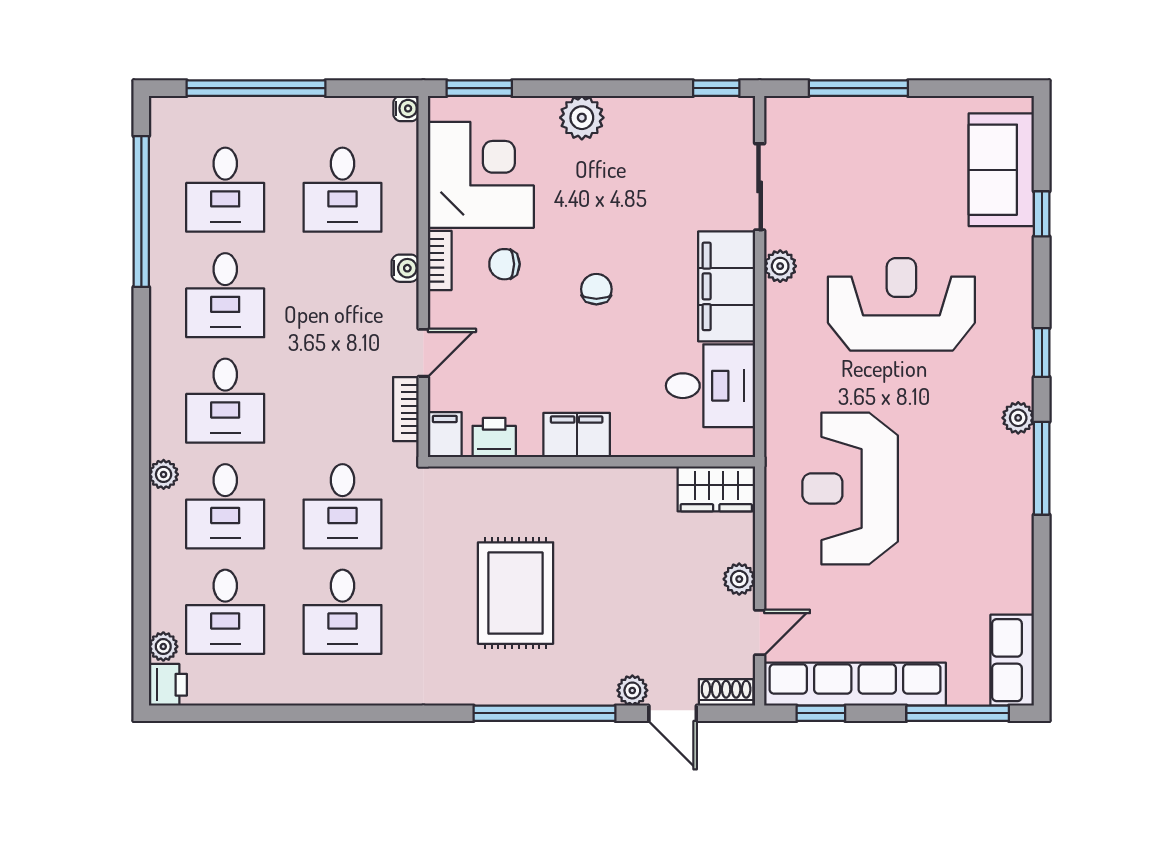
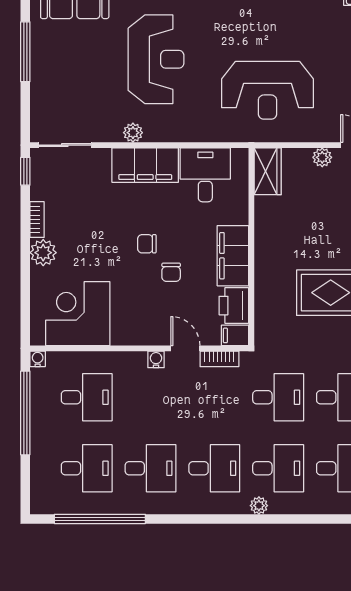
window: (256, 88) -> (25, 413), moved
window: (479, 88) -> (25, 315), removed
window: (858, 88) -> (25, 52), moved
sliding door: (760, 187) -> (65, 145), moved
bookcase: (440, 260) -> (37, 220), moved, turned 90
chair: (504, 264) -> (171, 272), moved
water cooler: (405, 268) -> (156, 359), moved
reception desk: (901, 304) -> (156, 59), turned 180
filing cabinet: (577, 435) -> (233, 256), width x1.50, depth x1.17
printer: (494, 438) -> (234, 306), width x1.36, depth x1.24

